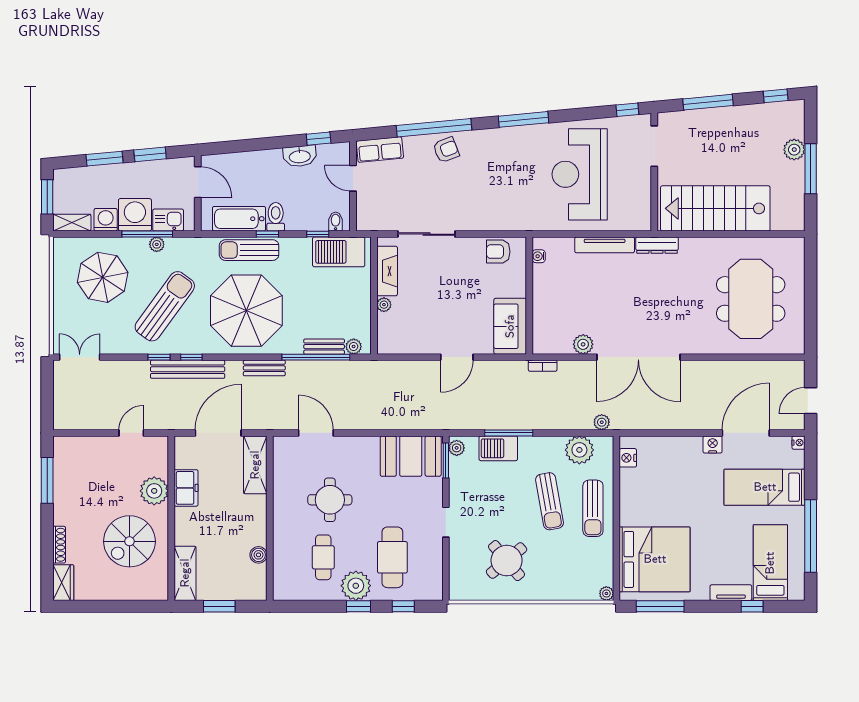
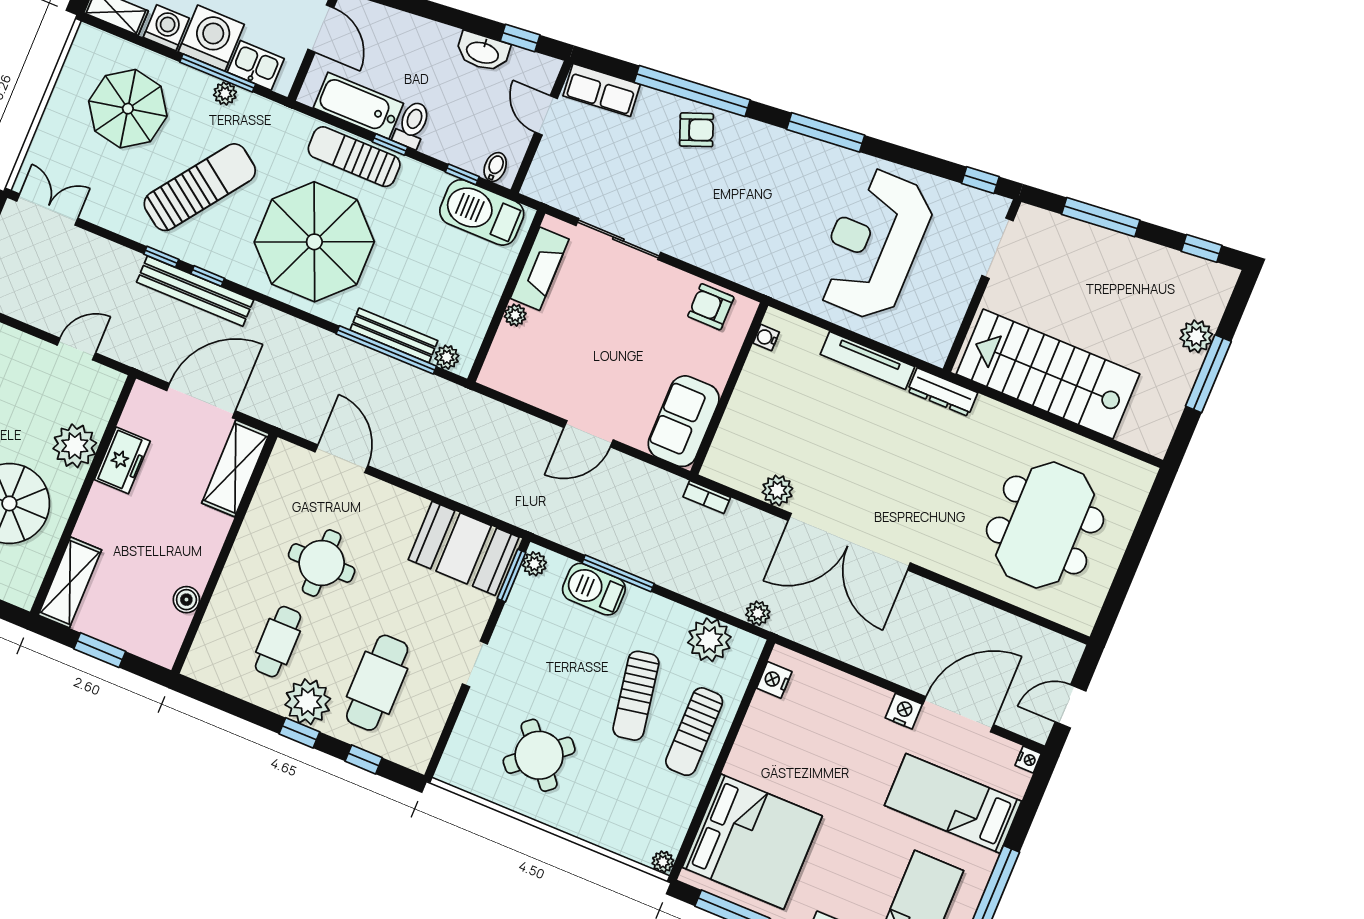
bench: (324, 347) -> (394, 335), width x1.36
bench: (264, 368) -> (306, 335), removed

